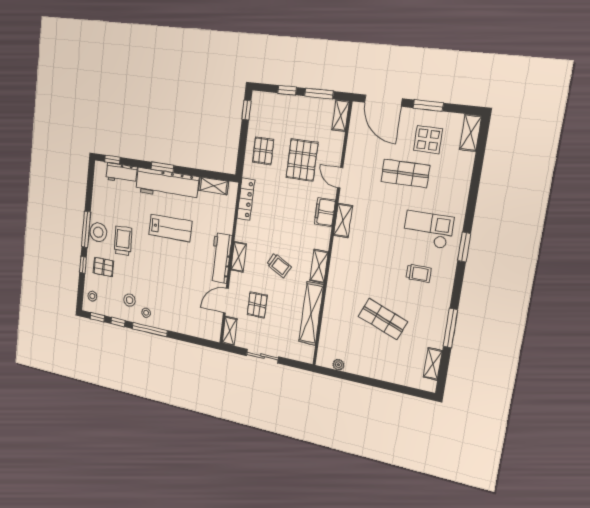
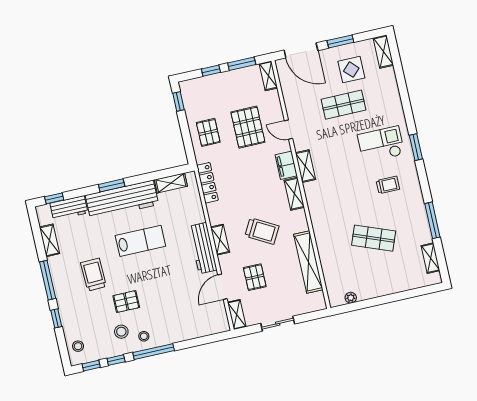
shelving: (98, 195) -> (49, 240), added
stool: (98, 232) -> (63, 277), removed
trolley: (279, 265) -> (262, 231), width x1.36, depth x1.39
shelving: (319, 266) -> (294, 194), moved
pallet: (103, 267) -> (126, 302), moved

